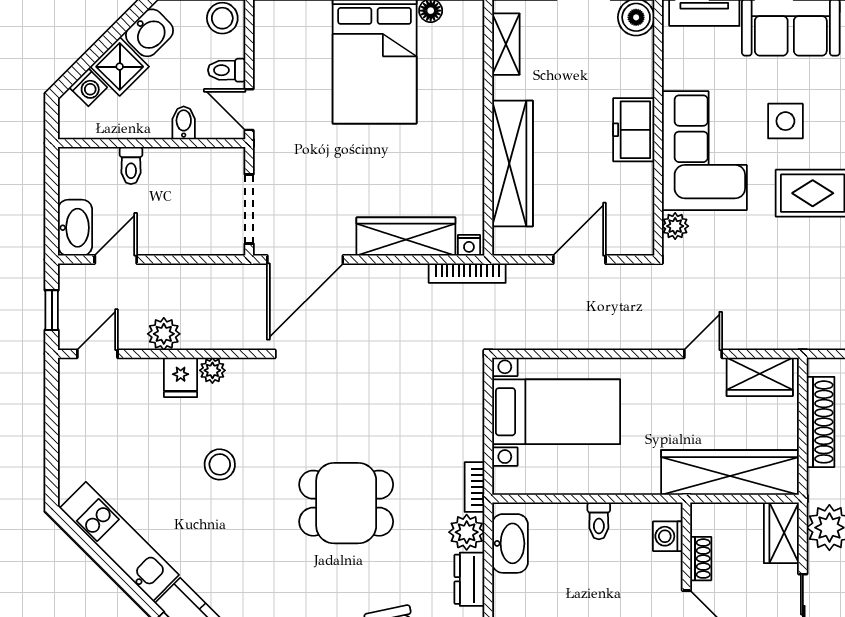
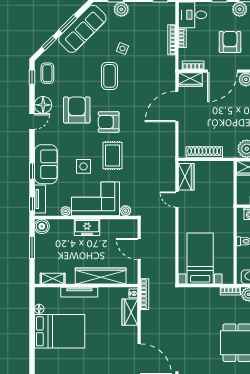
plant: (674, 77) -> (66, 211), added
tv unit: (472, 111) -> (79, 292), added
wardrobe: (406, 237) -> (130, 312), width x0.67
wardrobe: (730, 472) -> (225, 189), removed

